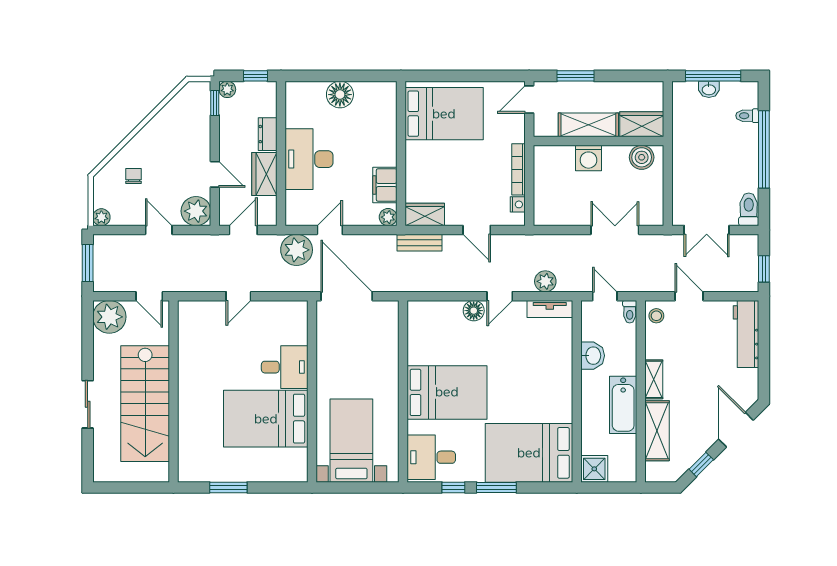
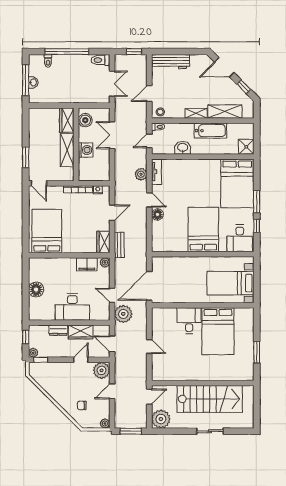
wardrobe: (642, 124) -> (67, 120), moved
shelving: (588, 125) -> (67, 150), moved
wall: (598, 141) -> (76, 144), moved
boiler: (642, 157) -> (85, 120), moved
washing machine: (588, 158) -> (86, 150), moved

